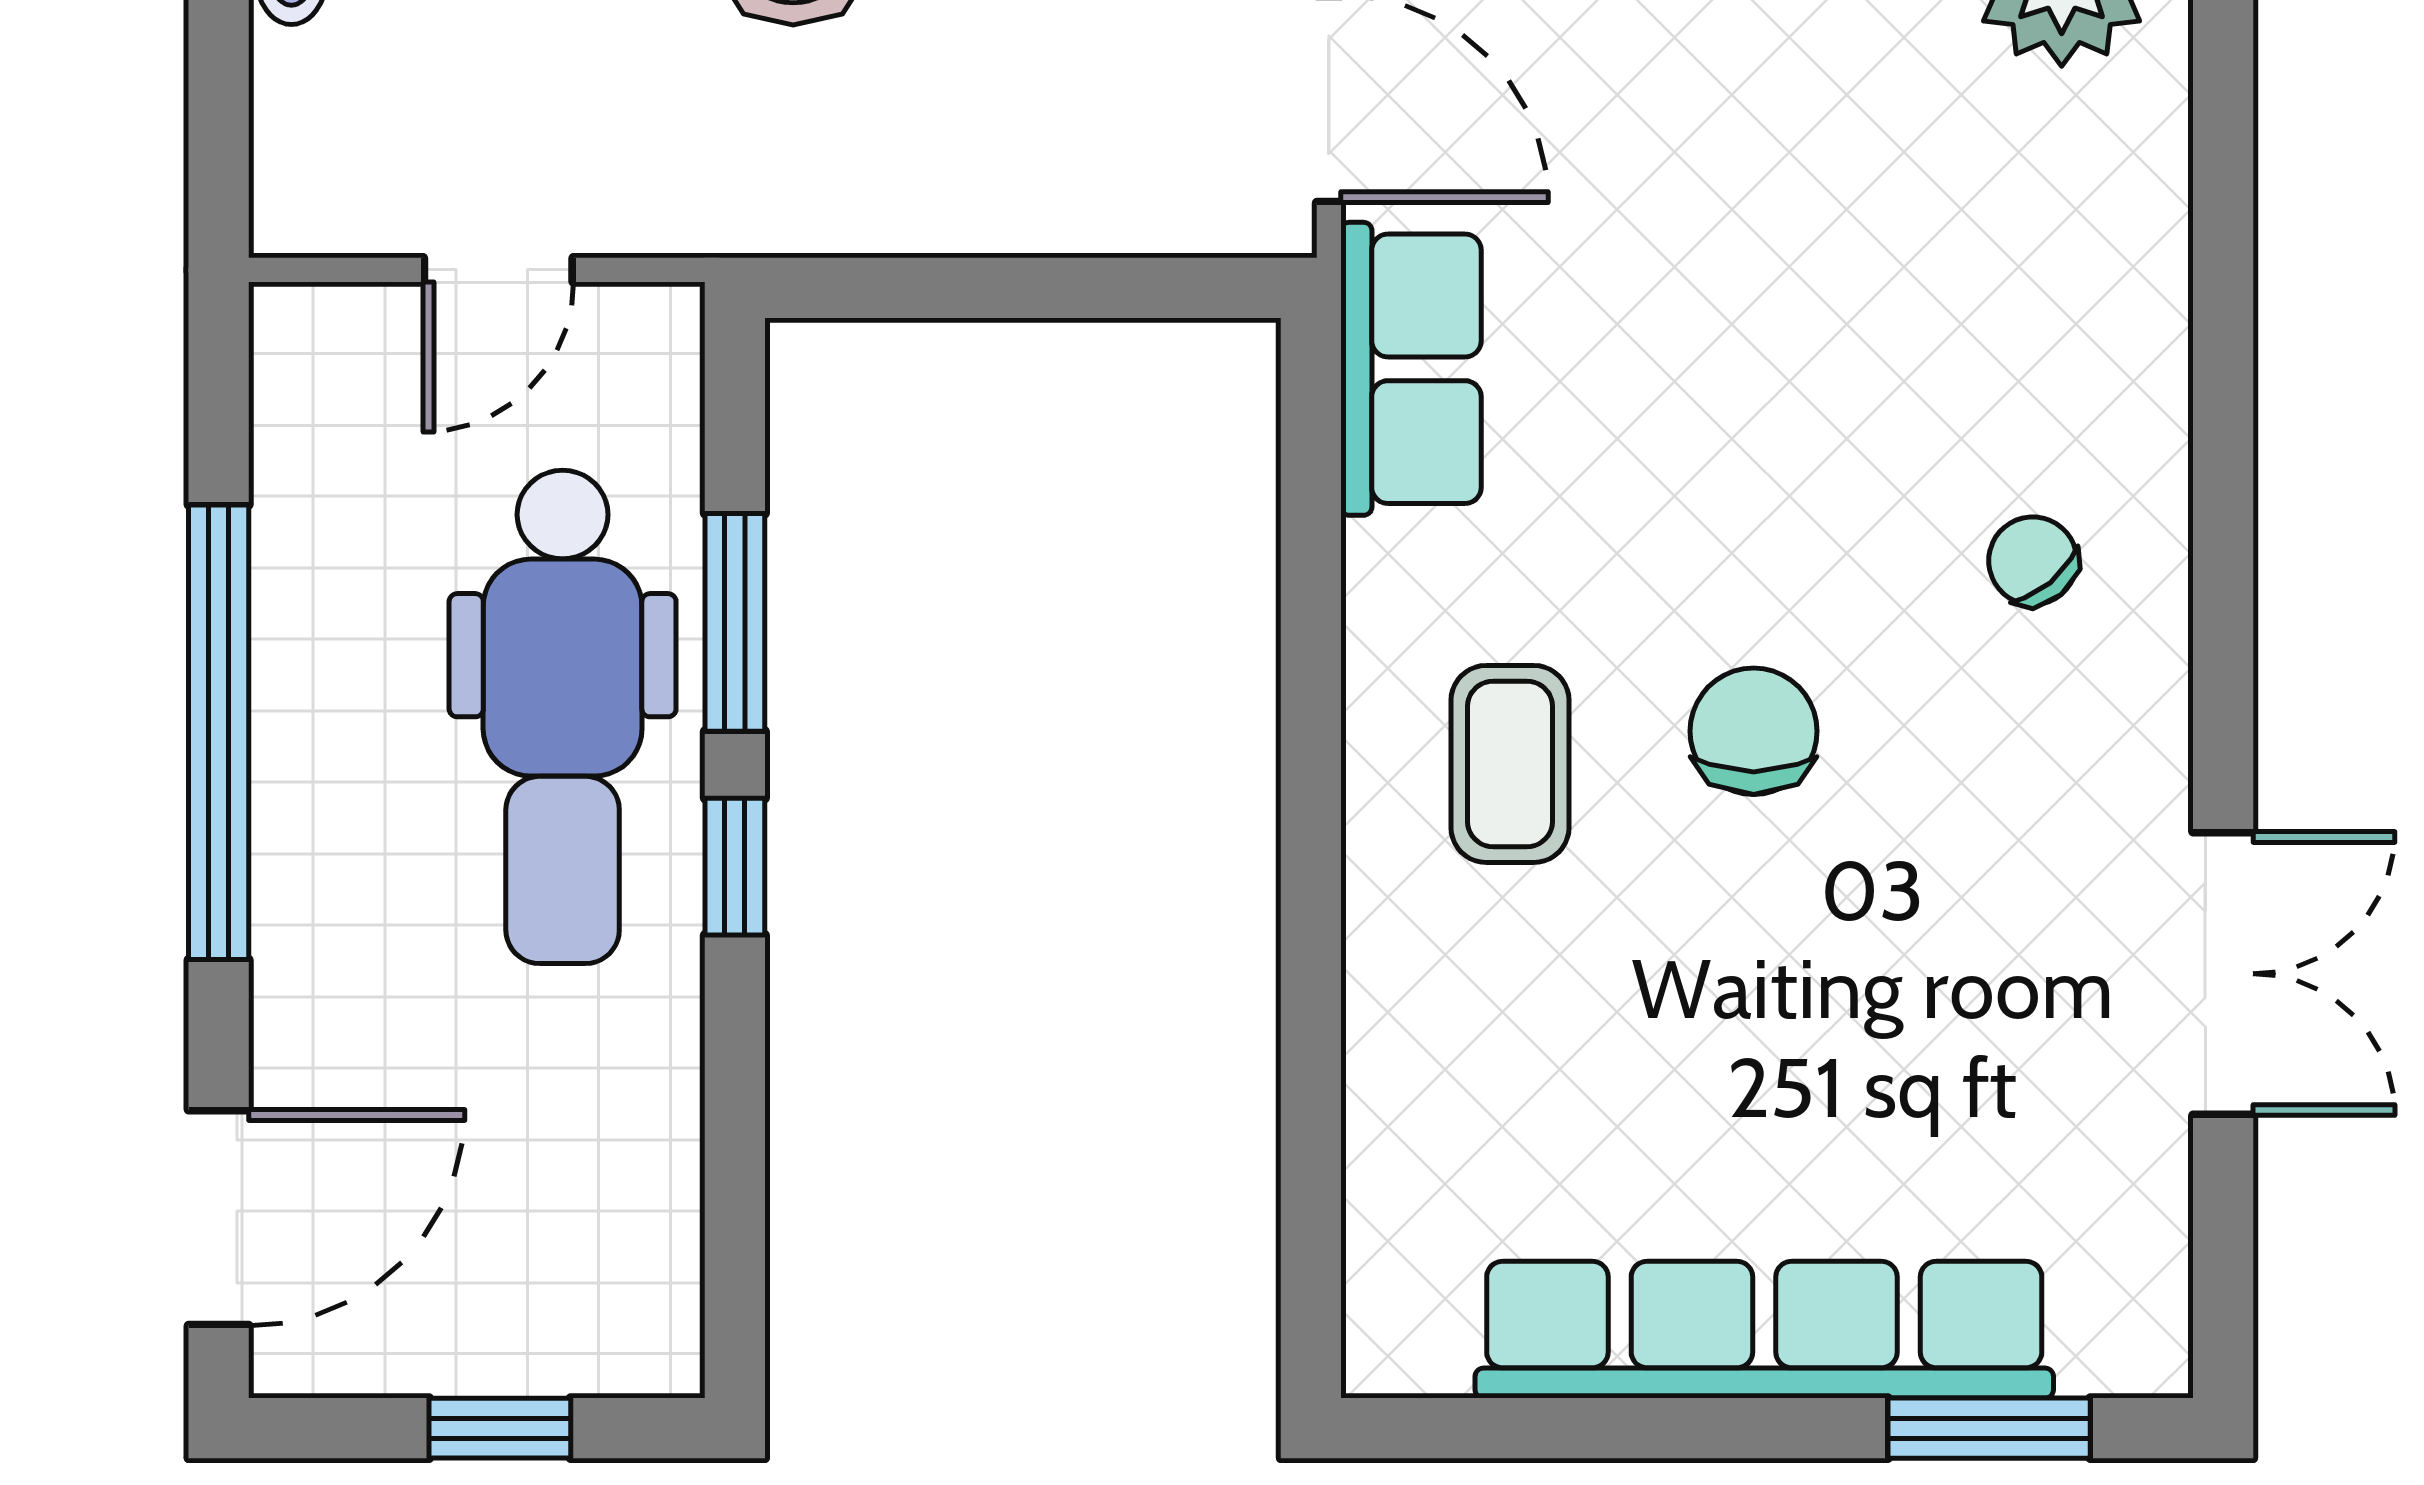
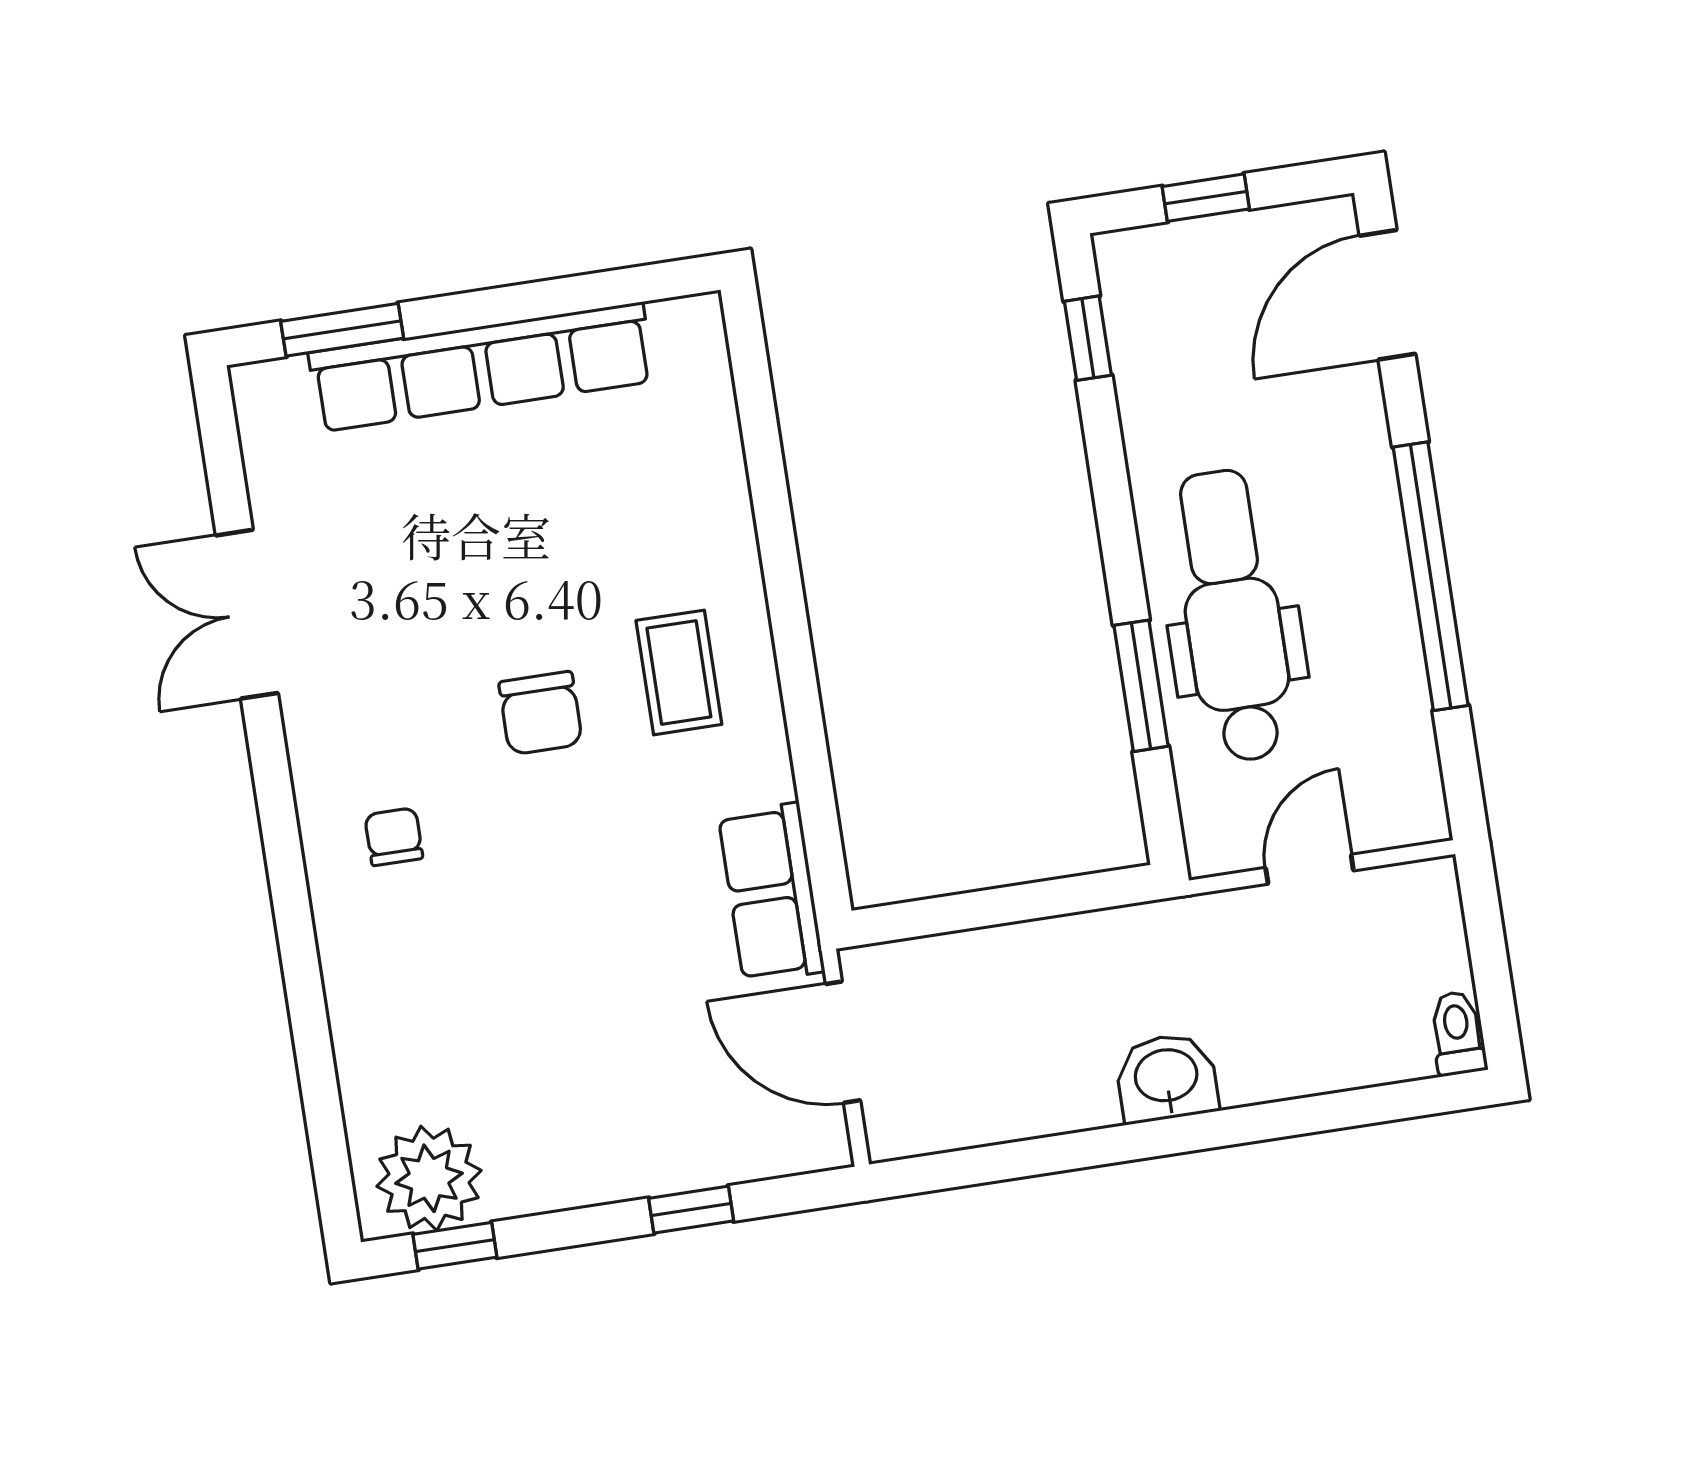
chair: (2033, 561) -> (394, 837), turned -140
window: (735, 867) -> (1088, 338), moved

